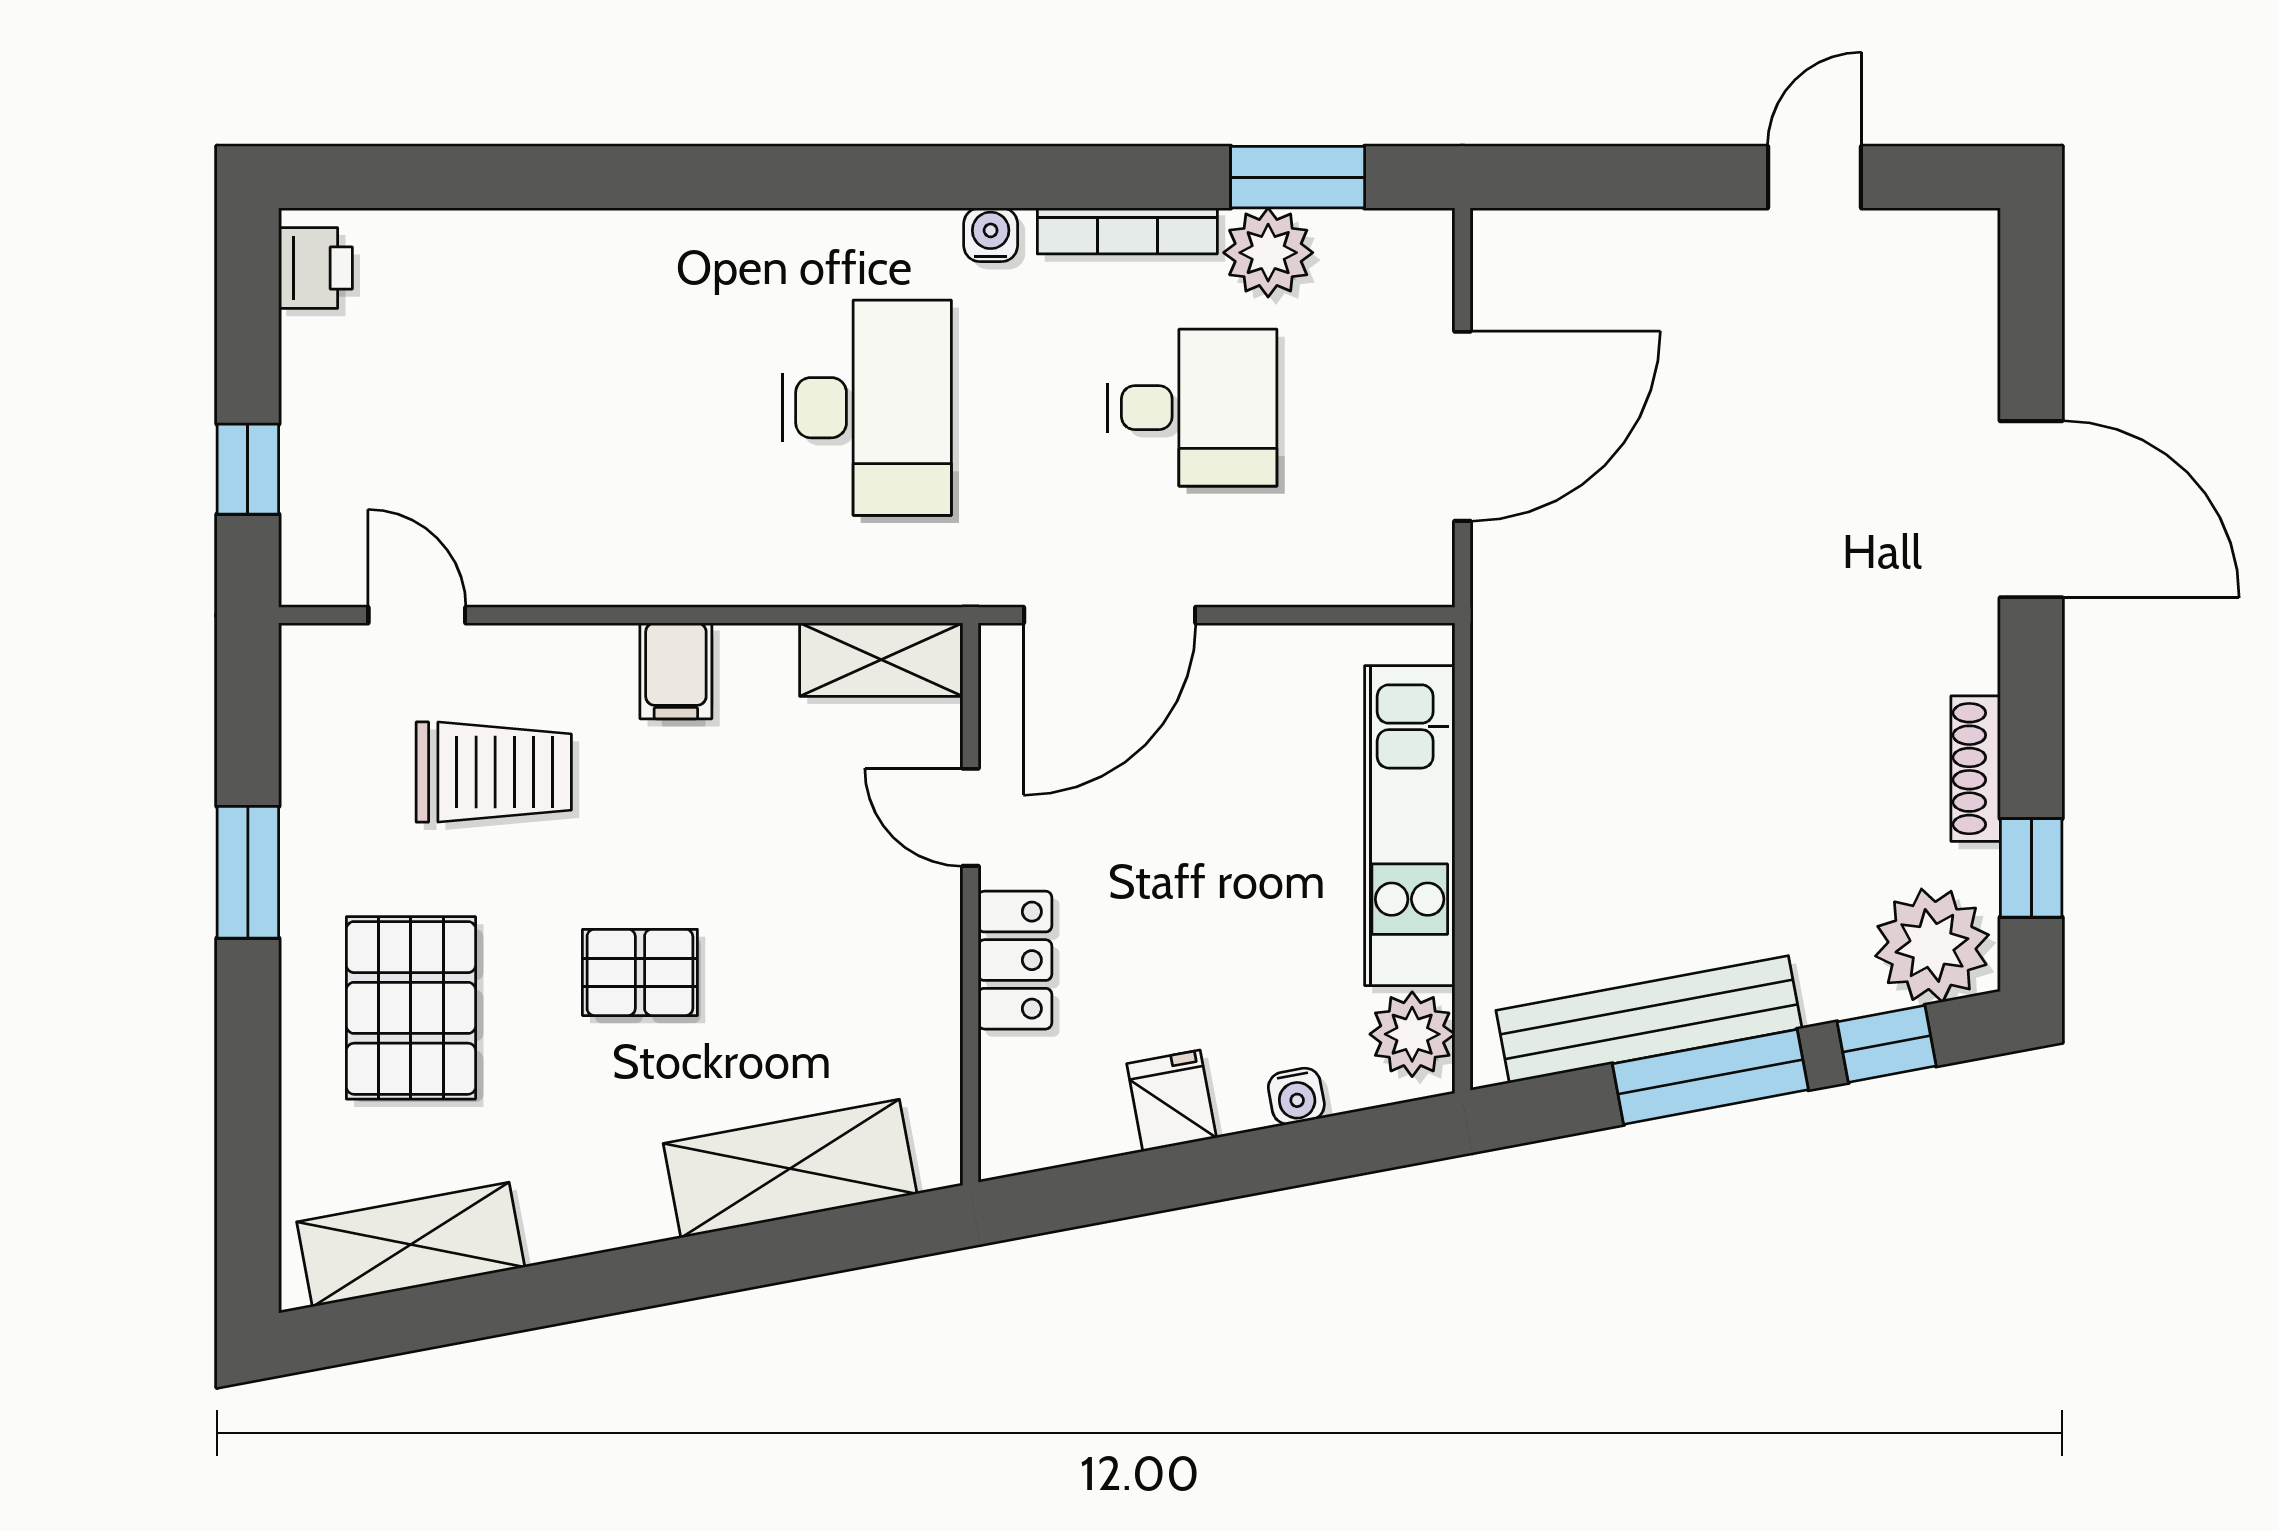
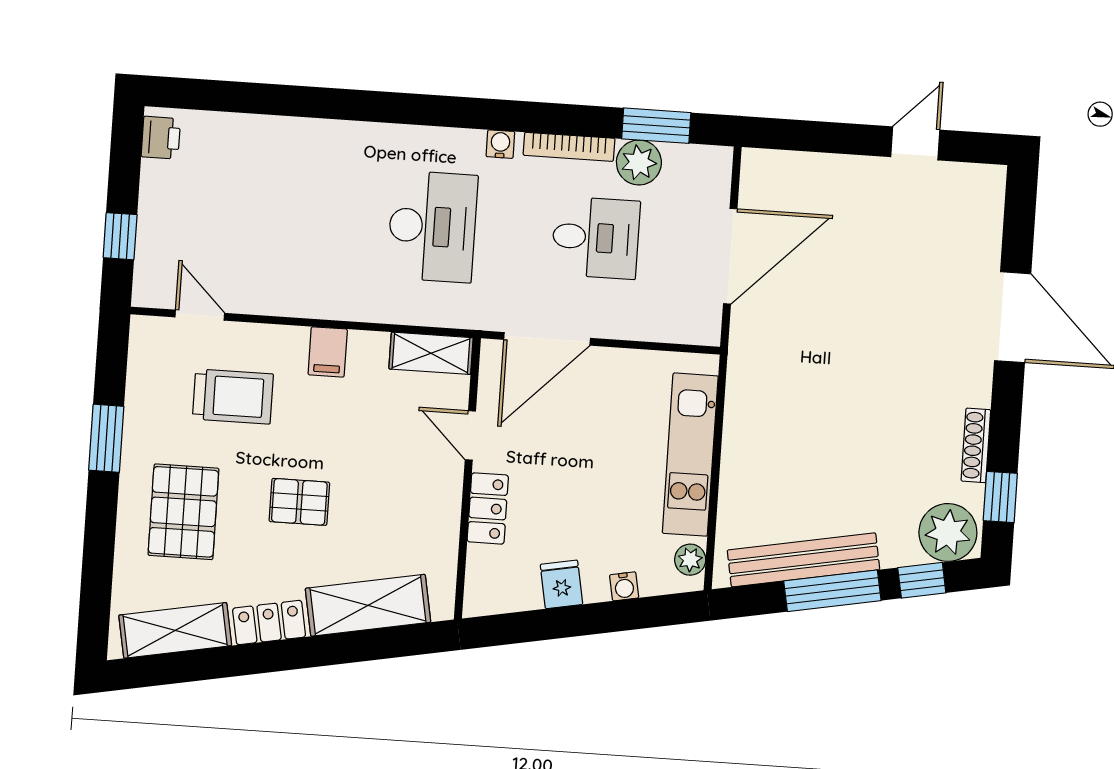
plant: (1412, 1034) -> (690, 560), width x0.73, depth x0.73
locker: (596, 1216) -> (269, 623), added

